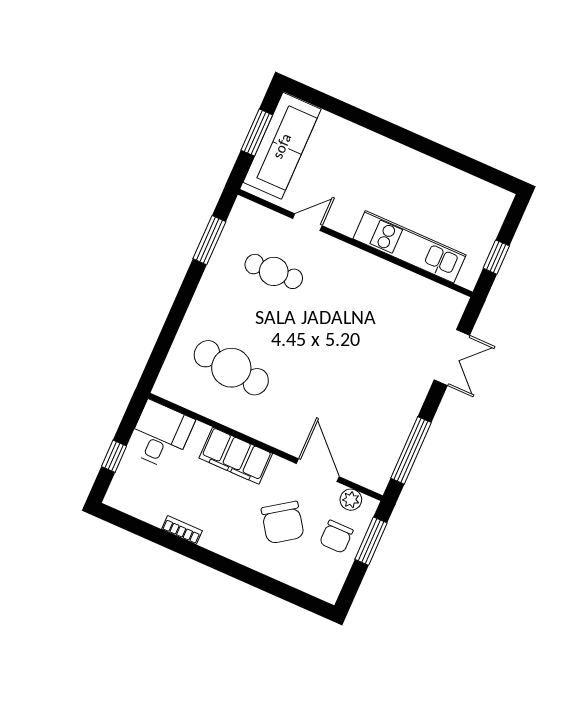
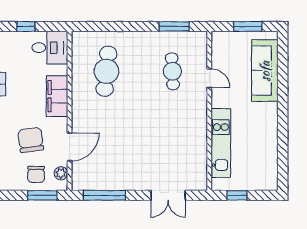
sofa: (282, 146) -> (265, 71), moved, turned 90
chair: (283, 522) -> (31, 140), turned 117
chair: (336, 537) -> (36, 174), turned -90

